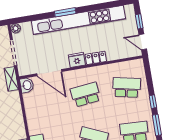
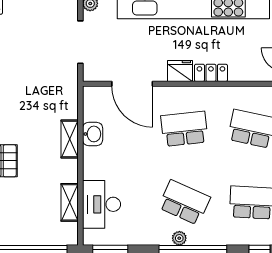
shelving: (11, 79) -> (70, 139), moved
washbasin: (27, 85) -> (93, 134), moved

